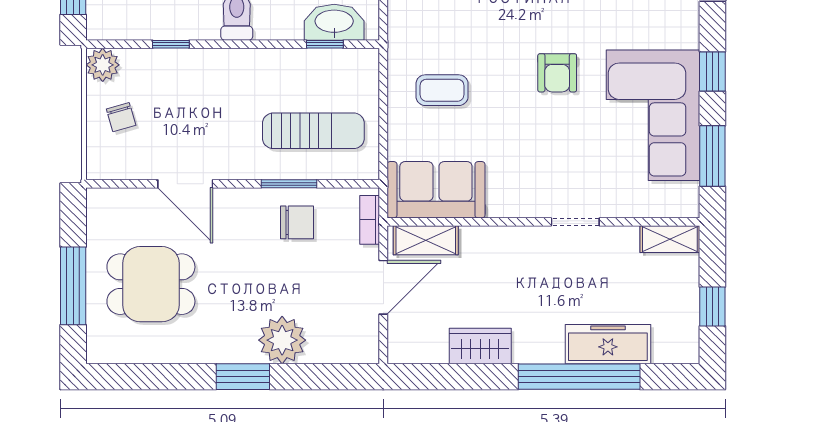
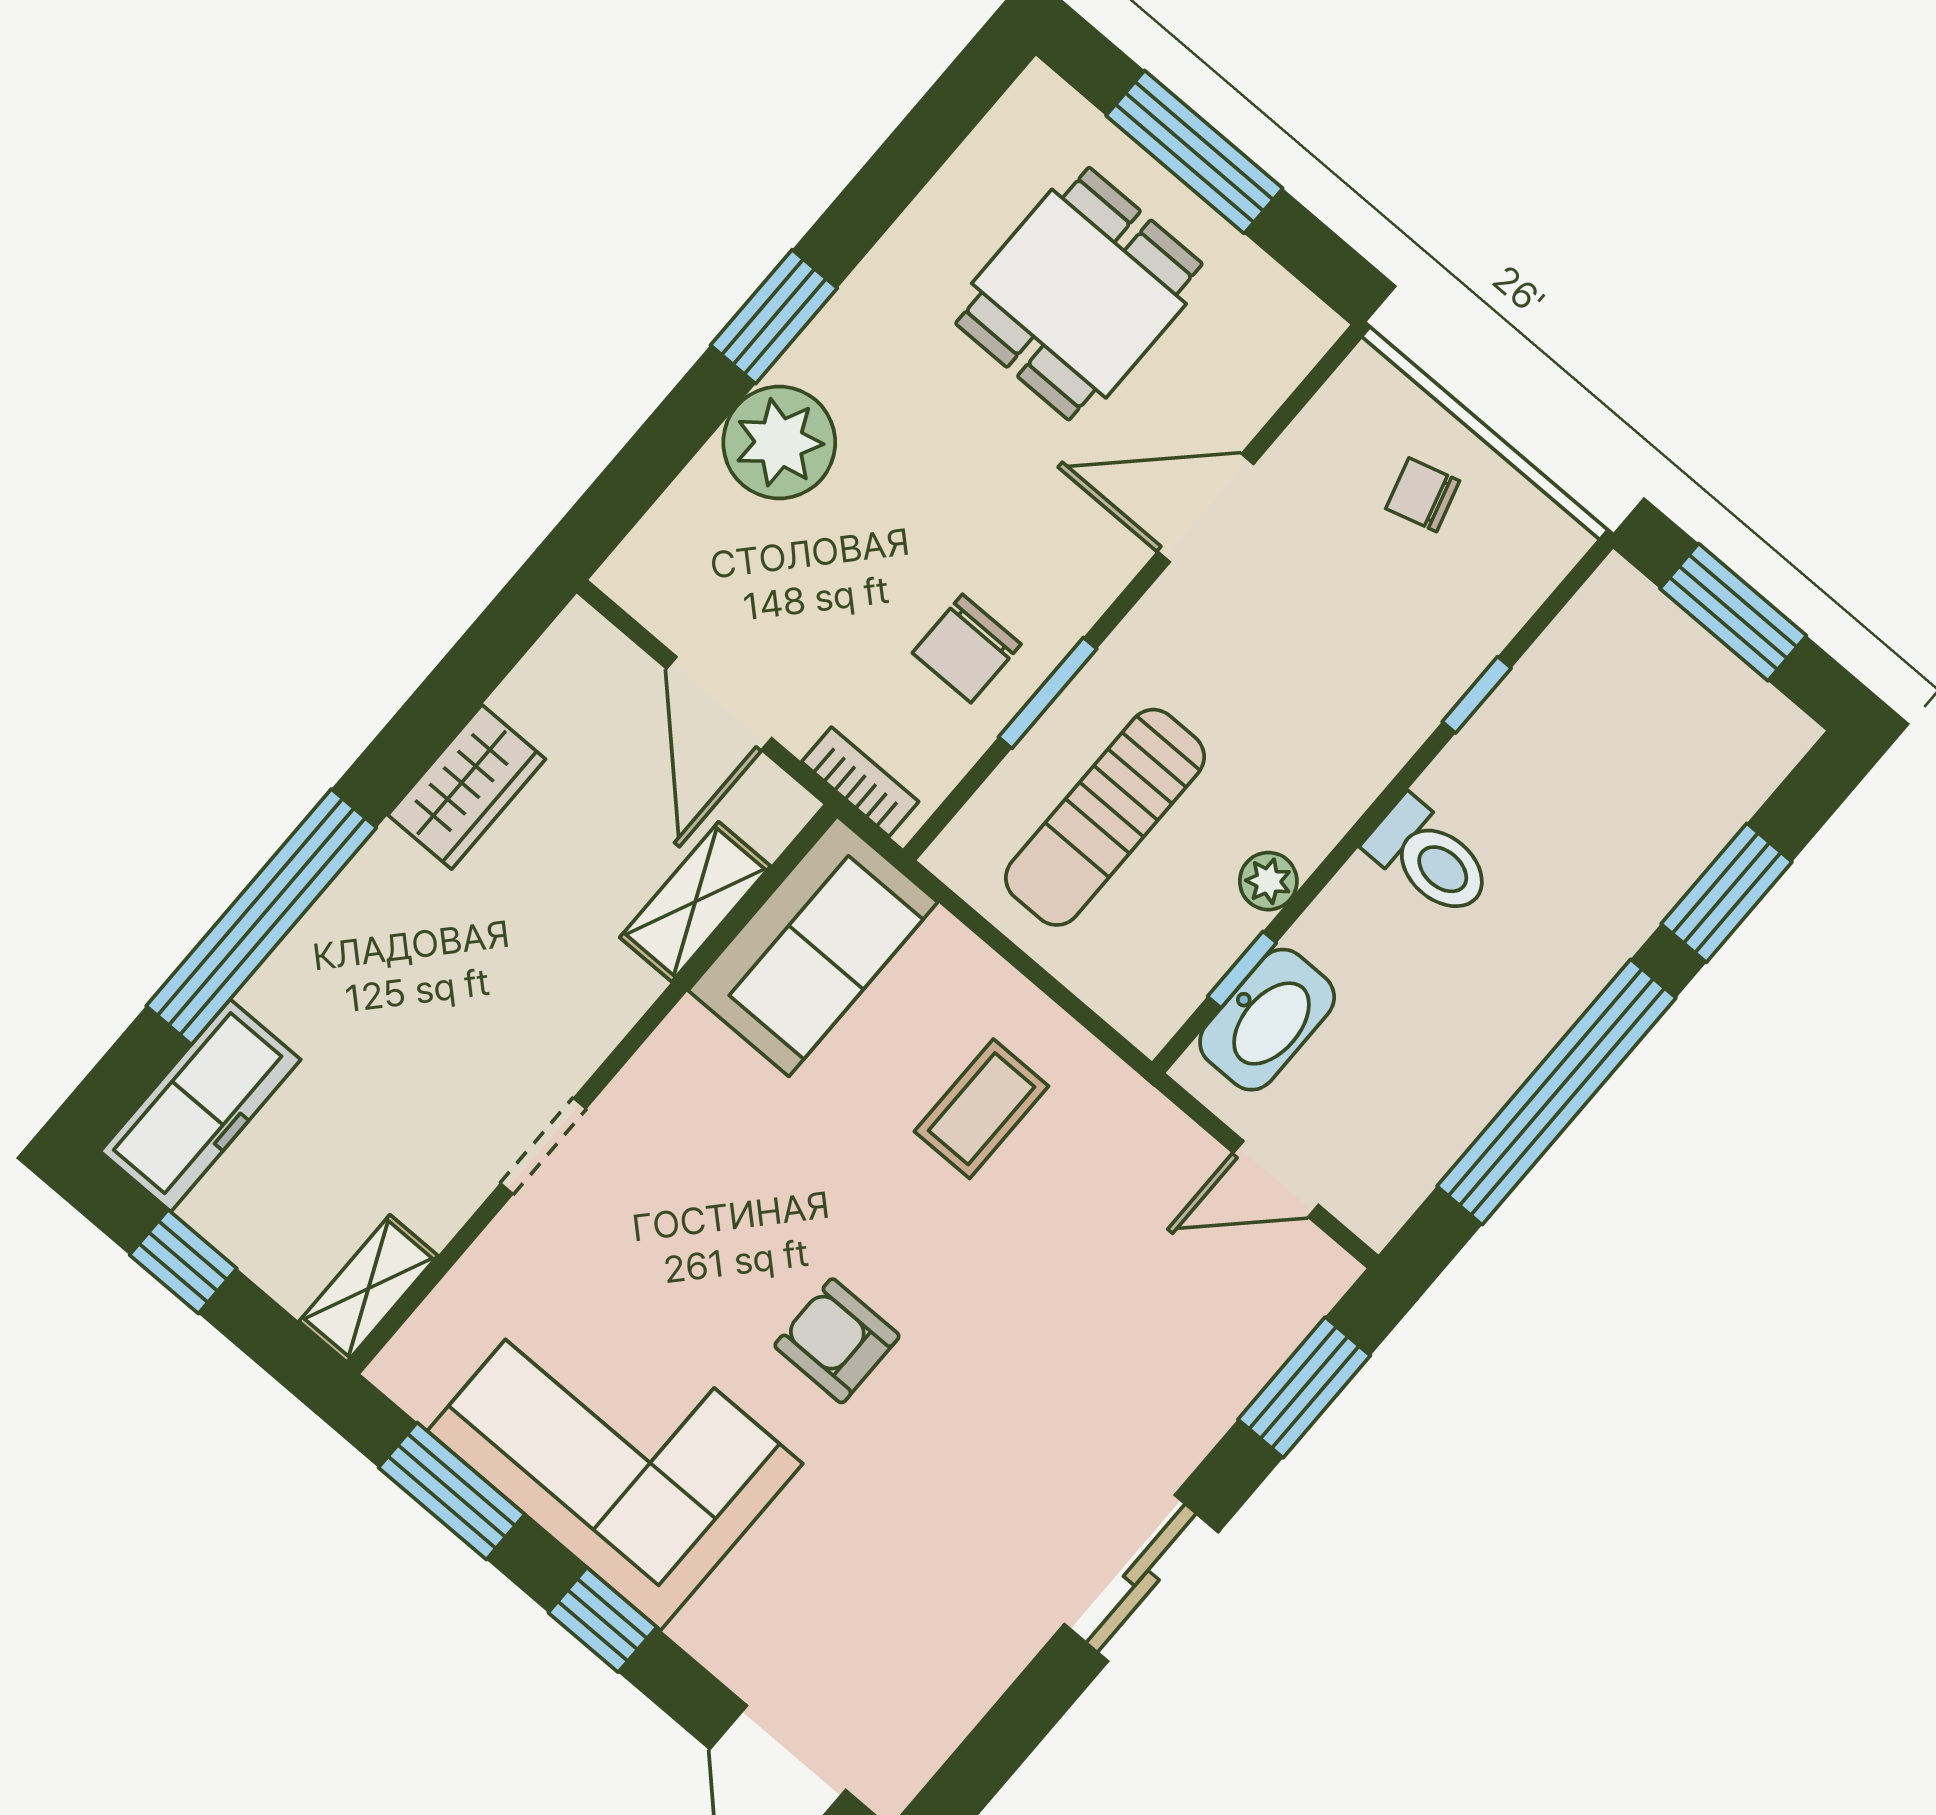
plant: (103, 65) -> (1268, 881), moved, width x0.73, depth x0.73
shelving: (426, 240) -> (695, 902), moved
freezer: (608, 344) -> (200, 1106), moved

